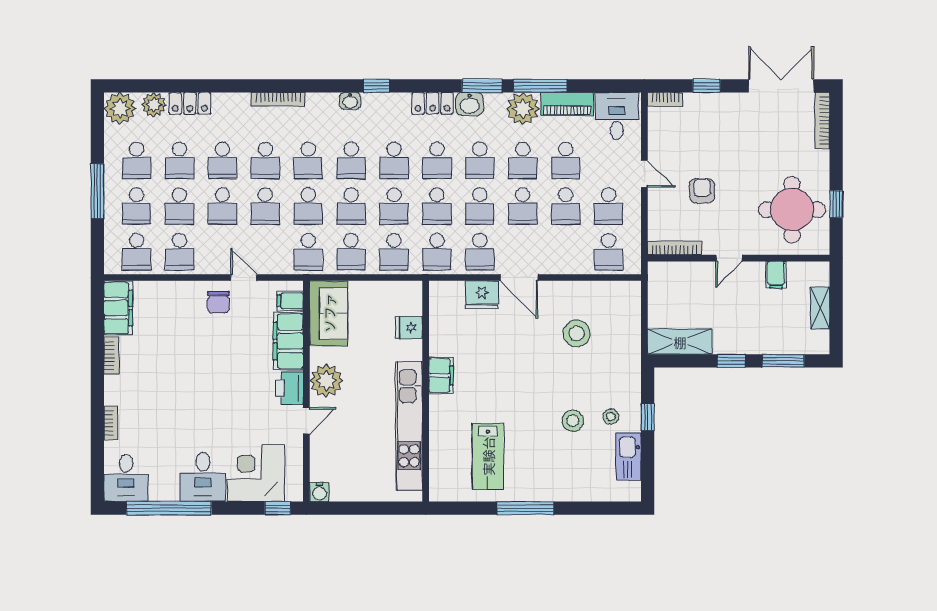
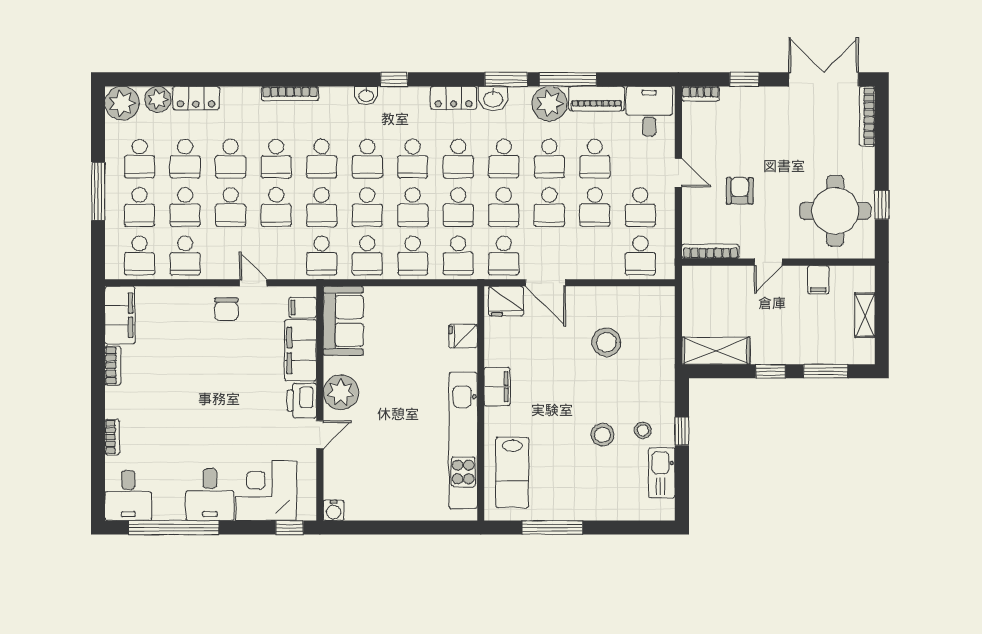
fridge: (409, 328) -> (463, 336), moved
filing cabinet: (441, 375) -> (497, 387), moved
wall: (426, 391) -> (481, 403), moved
kitchen unit: (409, 426) -> (463, 440), moved

